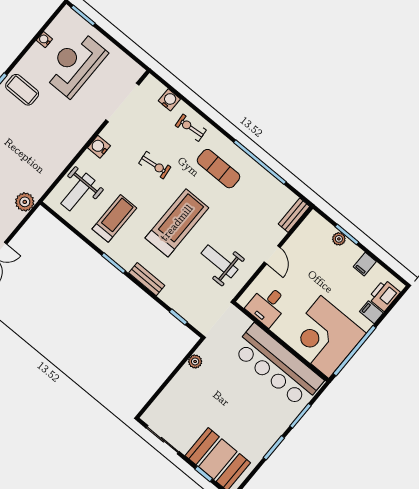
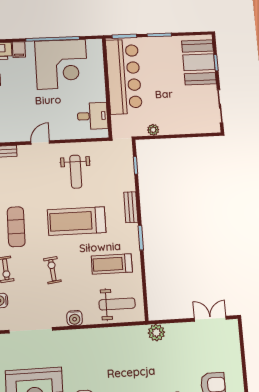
desk: (267, 305) -> (92, 116), moved
wall: (281, 342) -> (107, 88), moved
bar counter: (278, 366) -> (124, 76), moved

